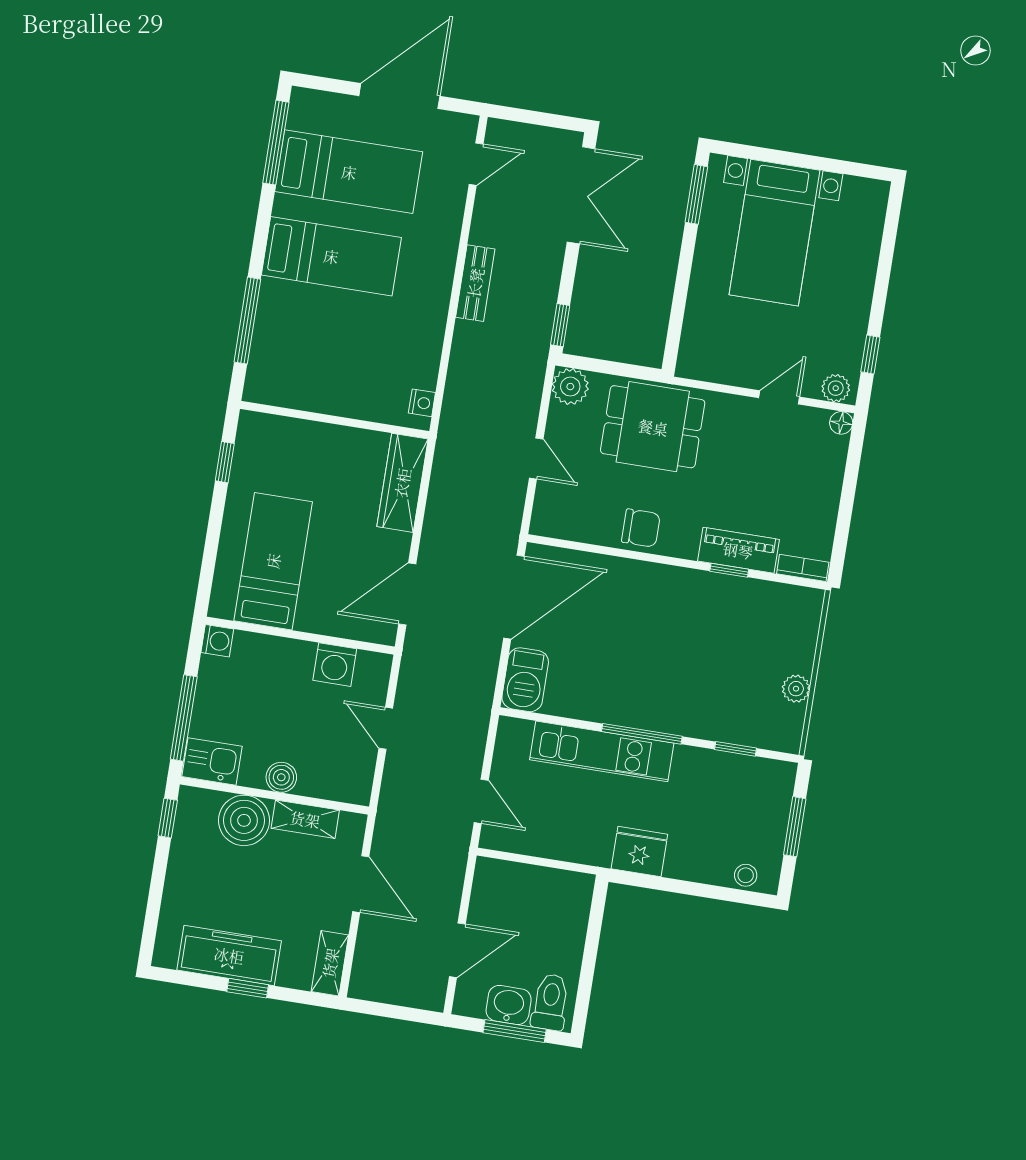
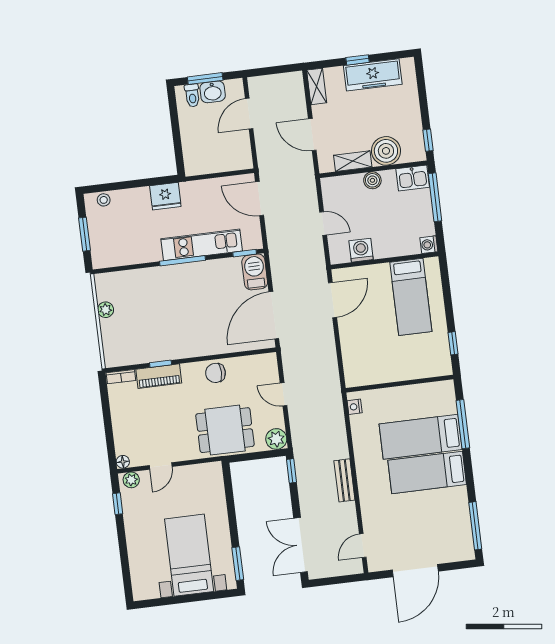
bed: (349, 172) -> (421, 437), moved
wardrobe: (402, 483) -> (353, 360), removed
window: (736, 749) -> (245, 253), moved
door: (481, 801) -> (260, 199), width x1.38
toilet: (550, 1002) -> (192, 95), width x0.73, depth x0.72

